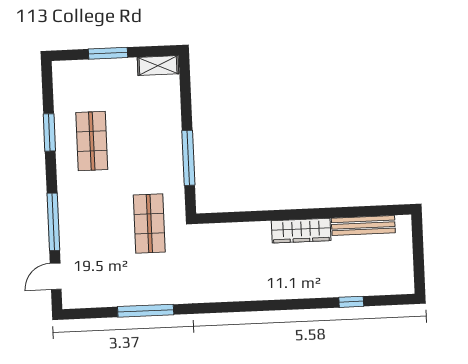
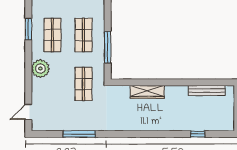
shop shelf: (146, 139) -> (83, 35), added
plant: (73, 200) -> (40, 69), added
window: (53, 222) -> (28, 81), removed
wardrobe: (301, 231) -> (147, 92), moved

